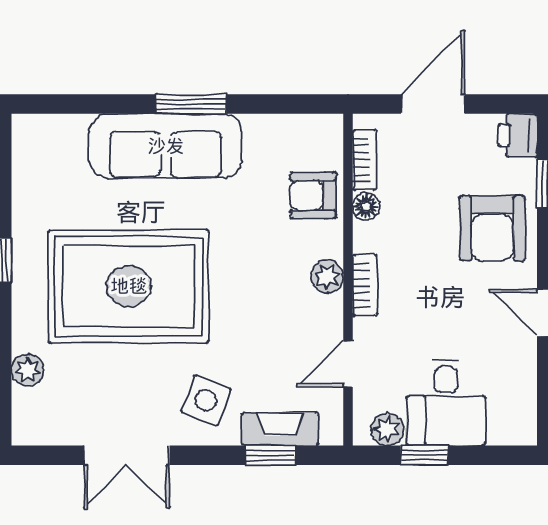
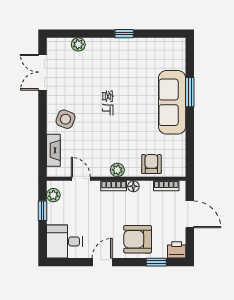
window: (191, 104) -> (190, 92), moved
floor lamp: (366, 207) -> (133, 186), moved
rug: (129, 286) -> (113, 87), removed
desk: (446, 403) -> (64, 241), moved
double door: (127, 455) -> (42, 72), moved
window: (271, 455) -> (42, 146), removed

